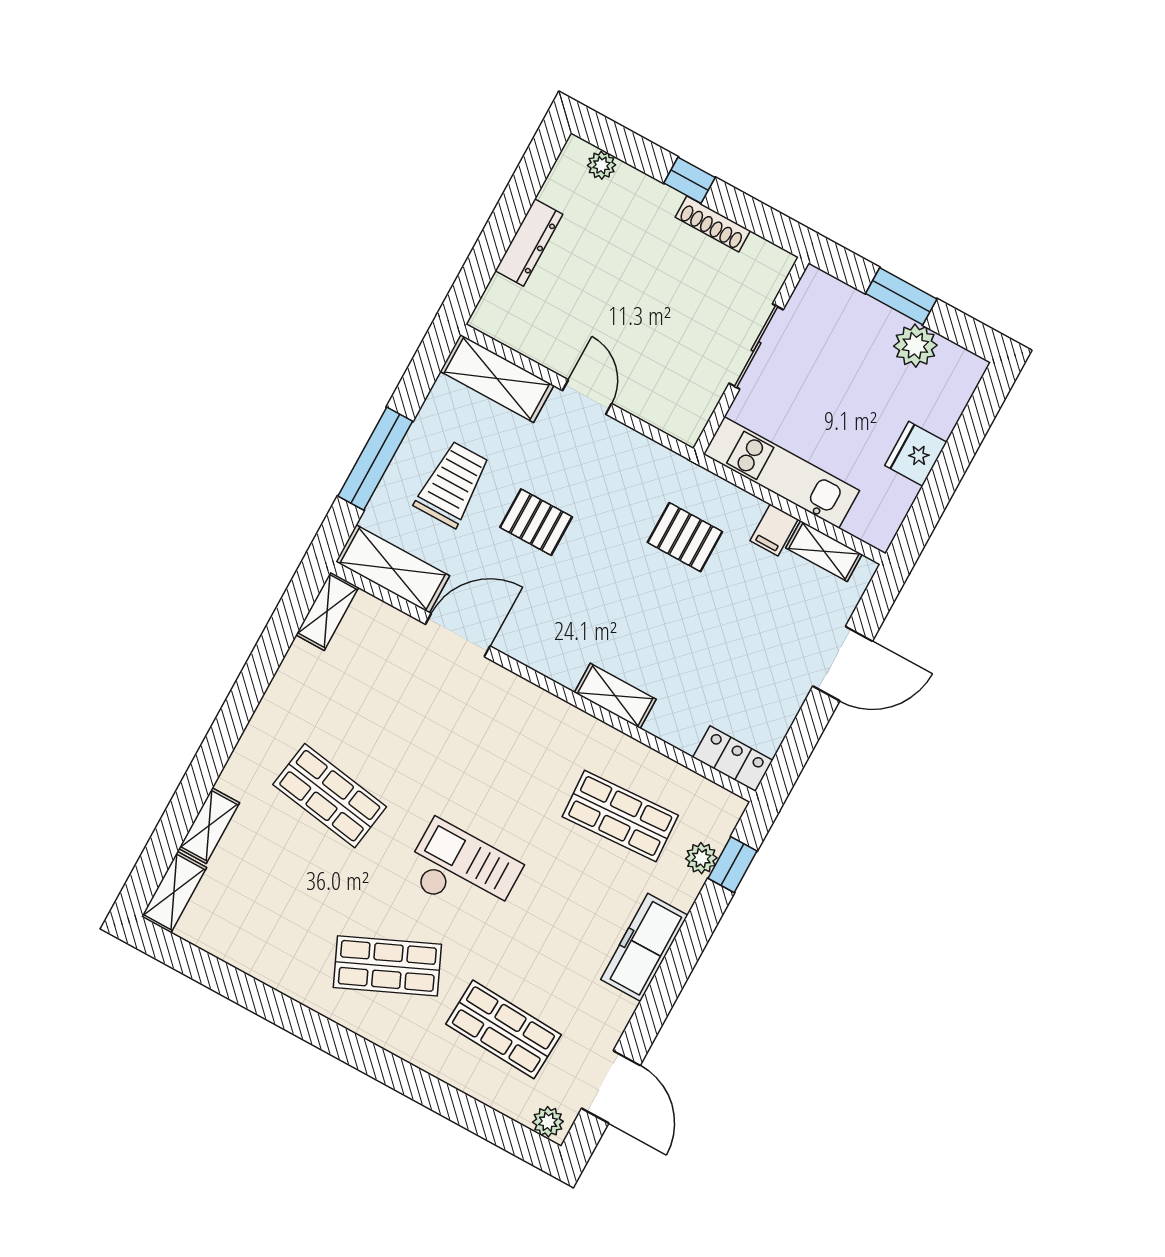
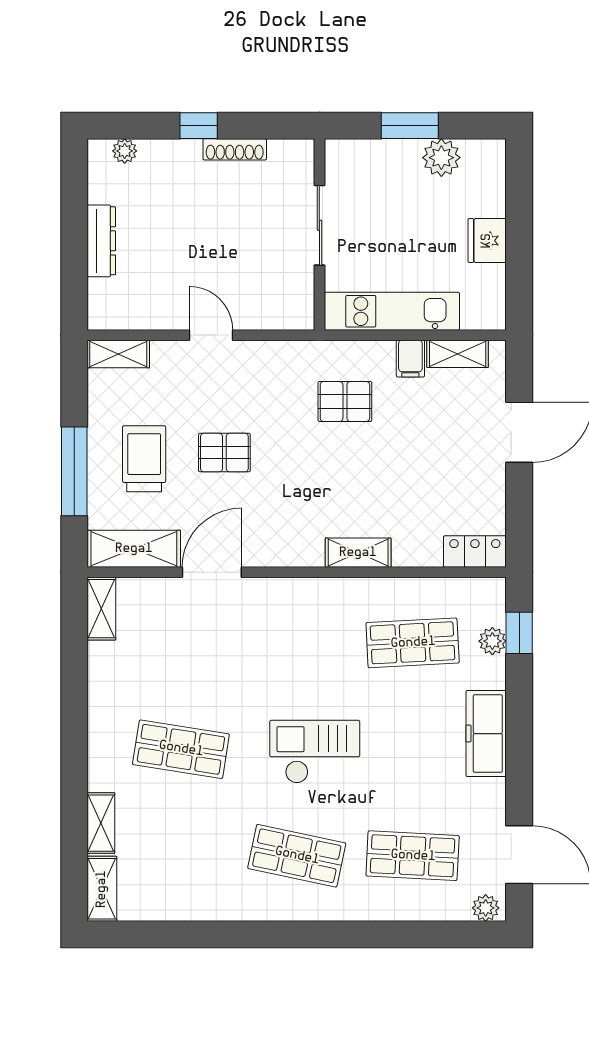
shelving: (497, 378) -> (118, 354), width x0.67, depth x0.75
shop shelf: (387, 966) -> (297, 856), turned 36

